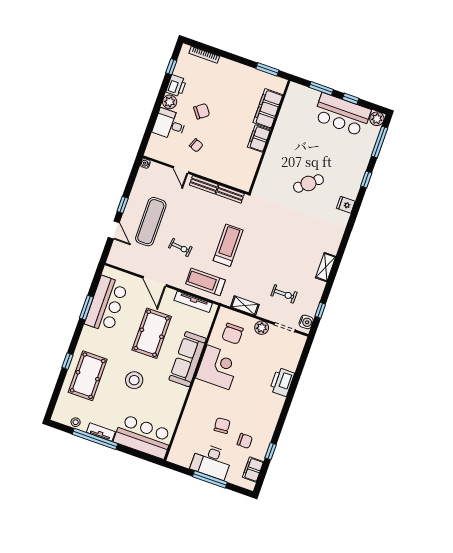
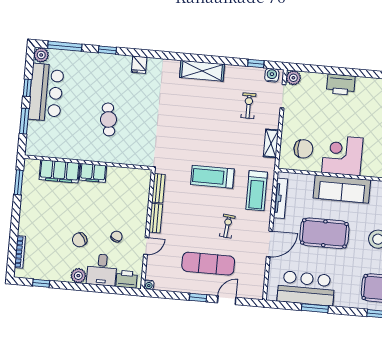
printer: (176, 86) -> (127, 279), moved
chair: (202, 111) -> (80, 240), turned -87
cafe table: (308, 183) -> (108, 119), moved, turned 32
shelving: (326, 267) -> (202, 71), width x1.50, depth x1.33
plant: (262, 328) -> (293, 78), moved

